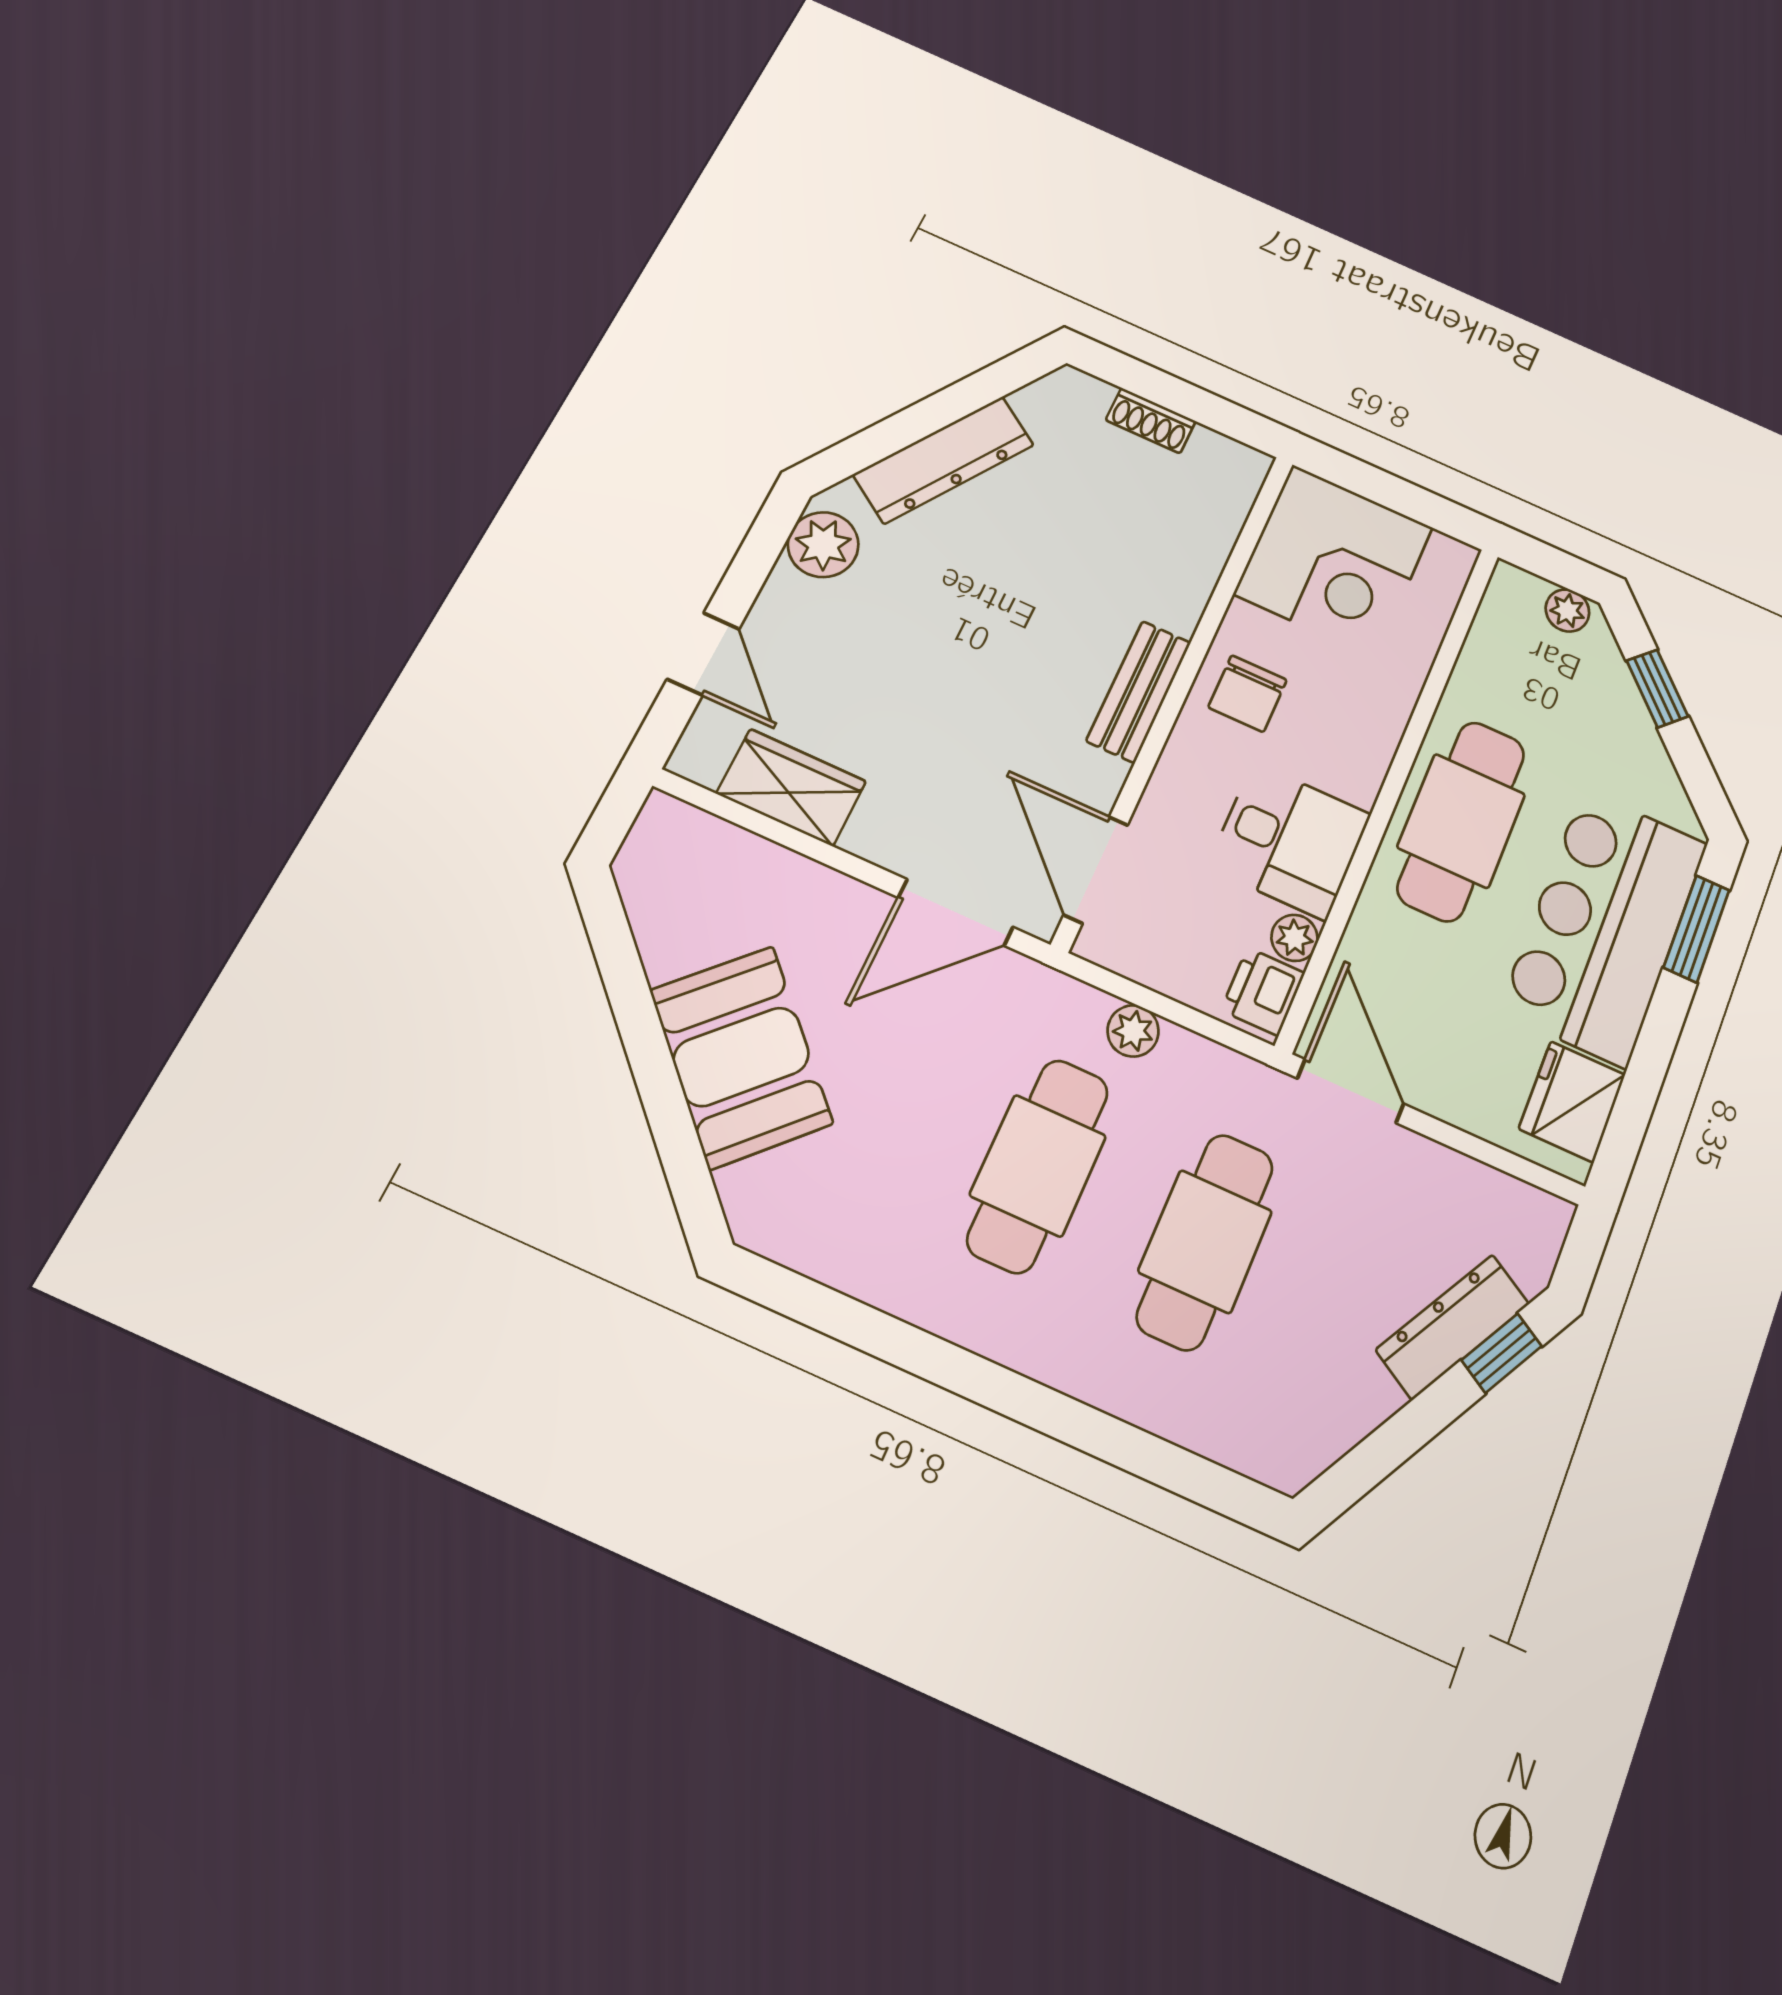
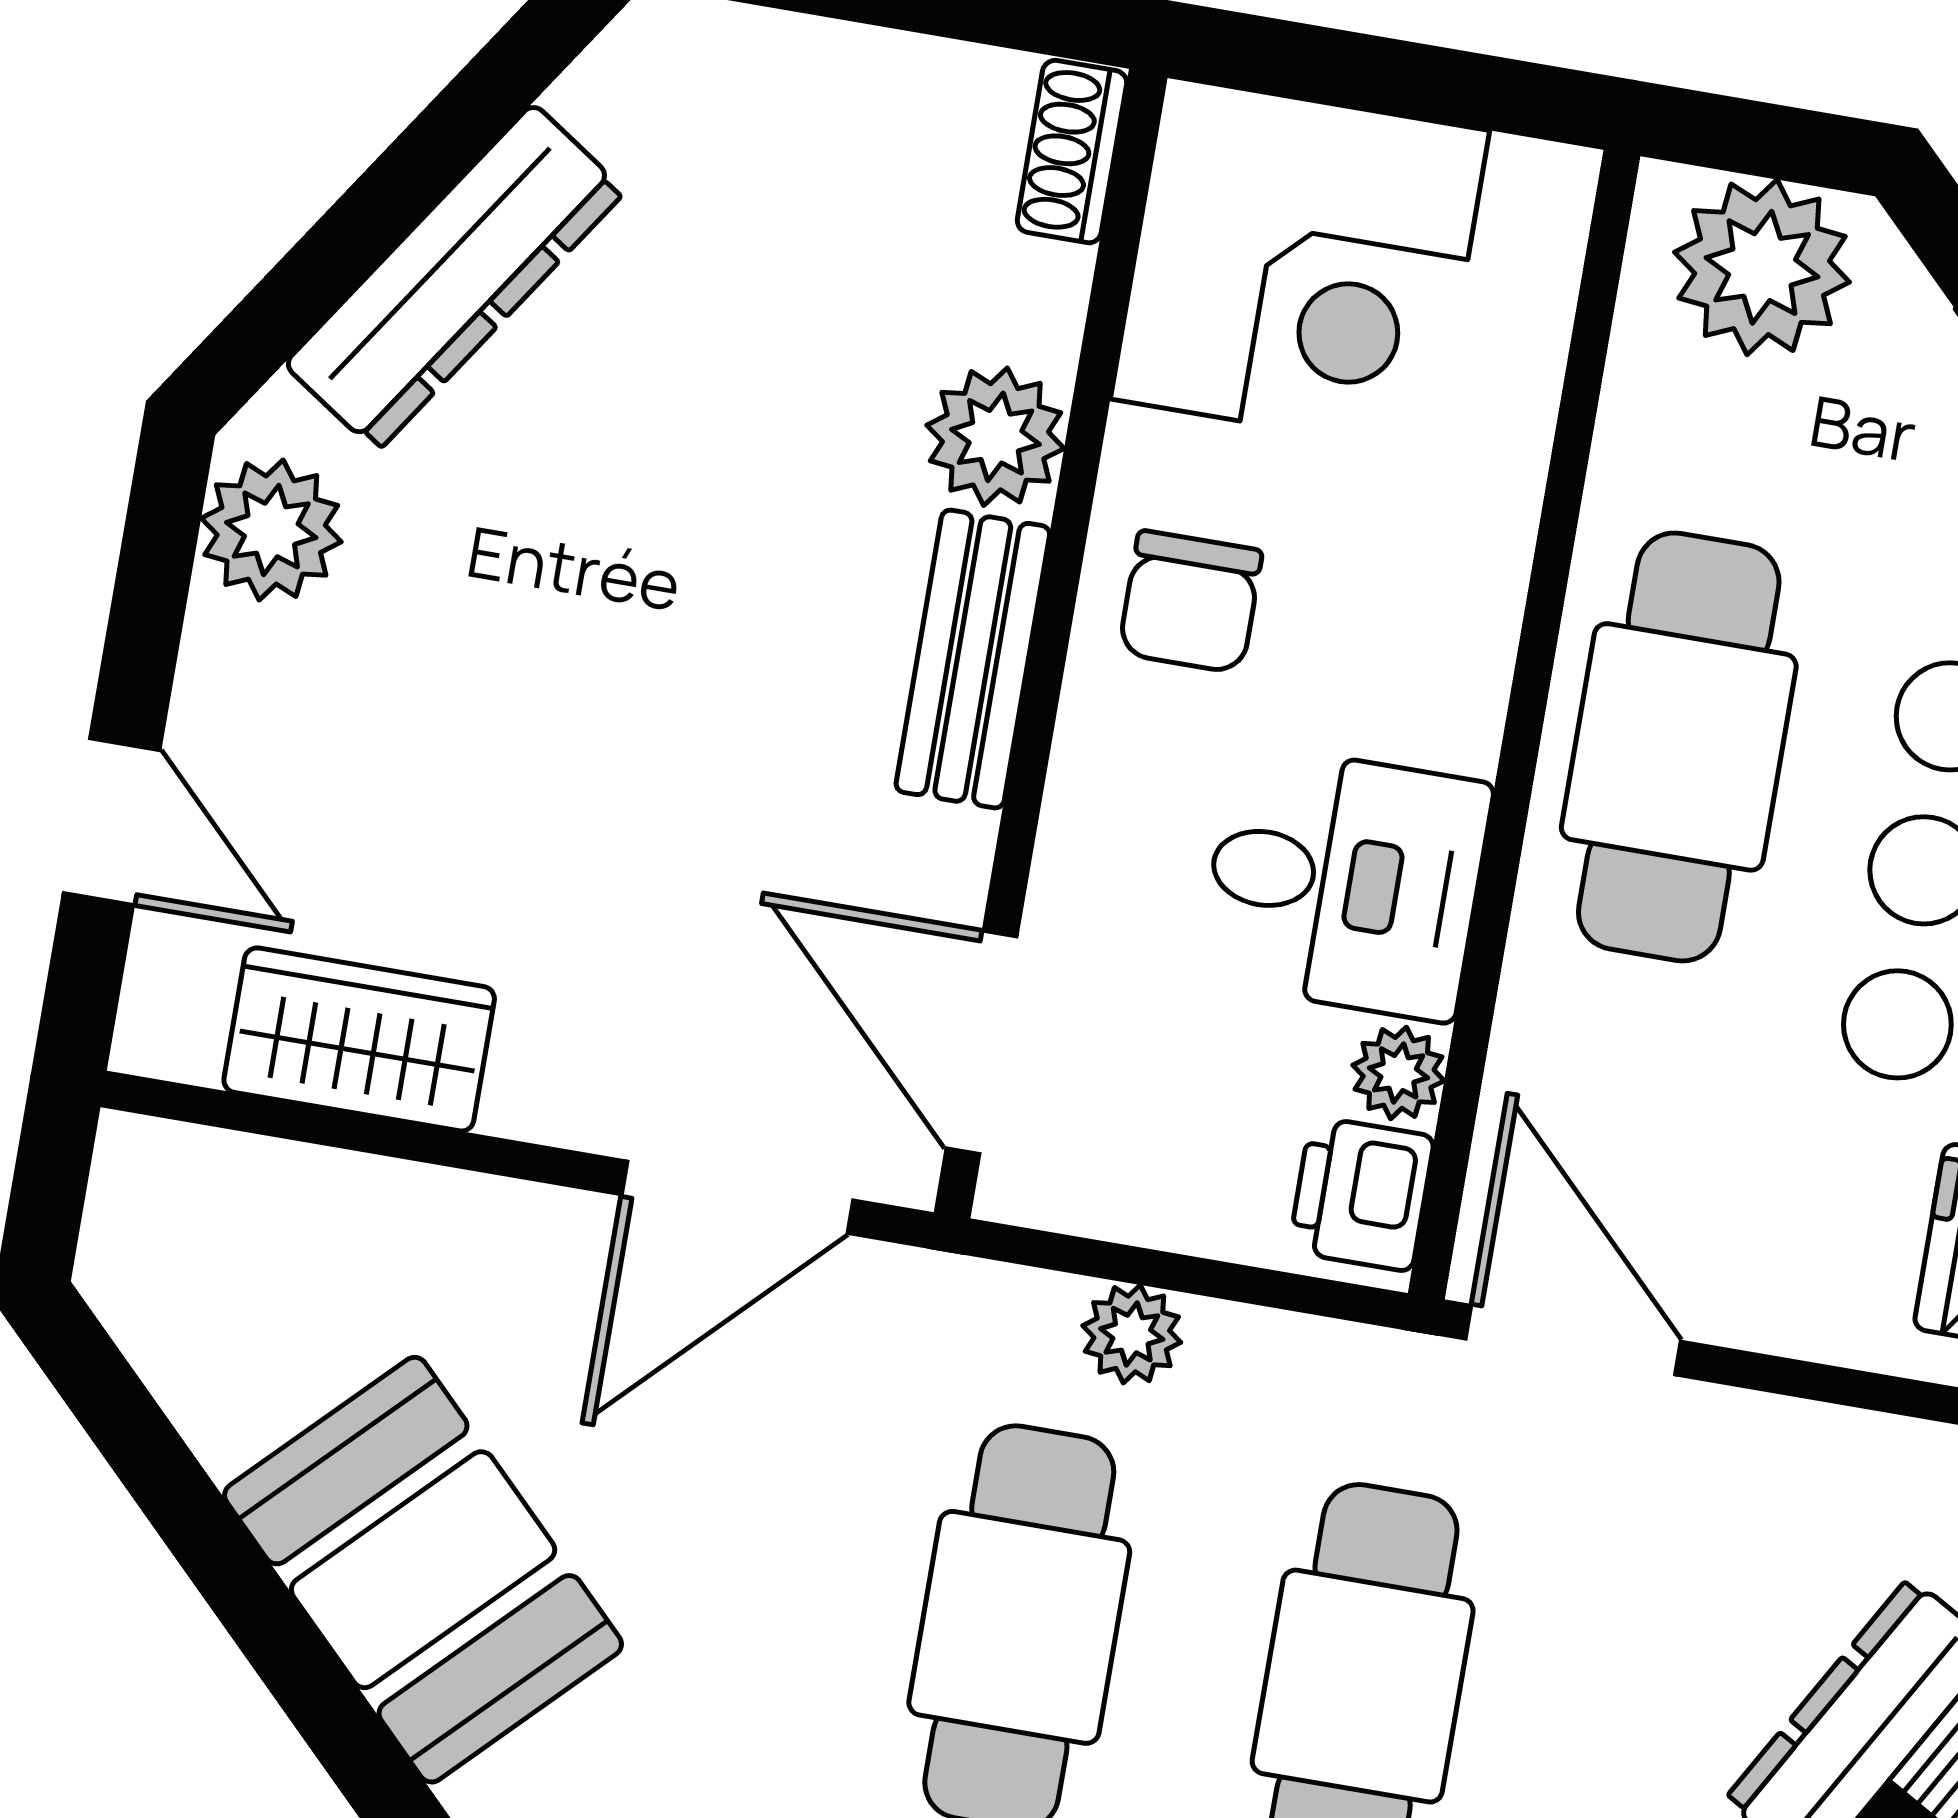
shoe rack: (1151, 421) -> (1072, 152), moved, turned 90
plant: (1175, 596) -> (996, 437), added
plant: (1567, 610) -> (1762, 267), width x1.87, depth x1.87

